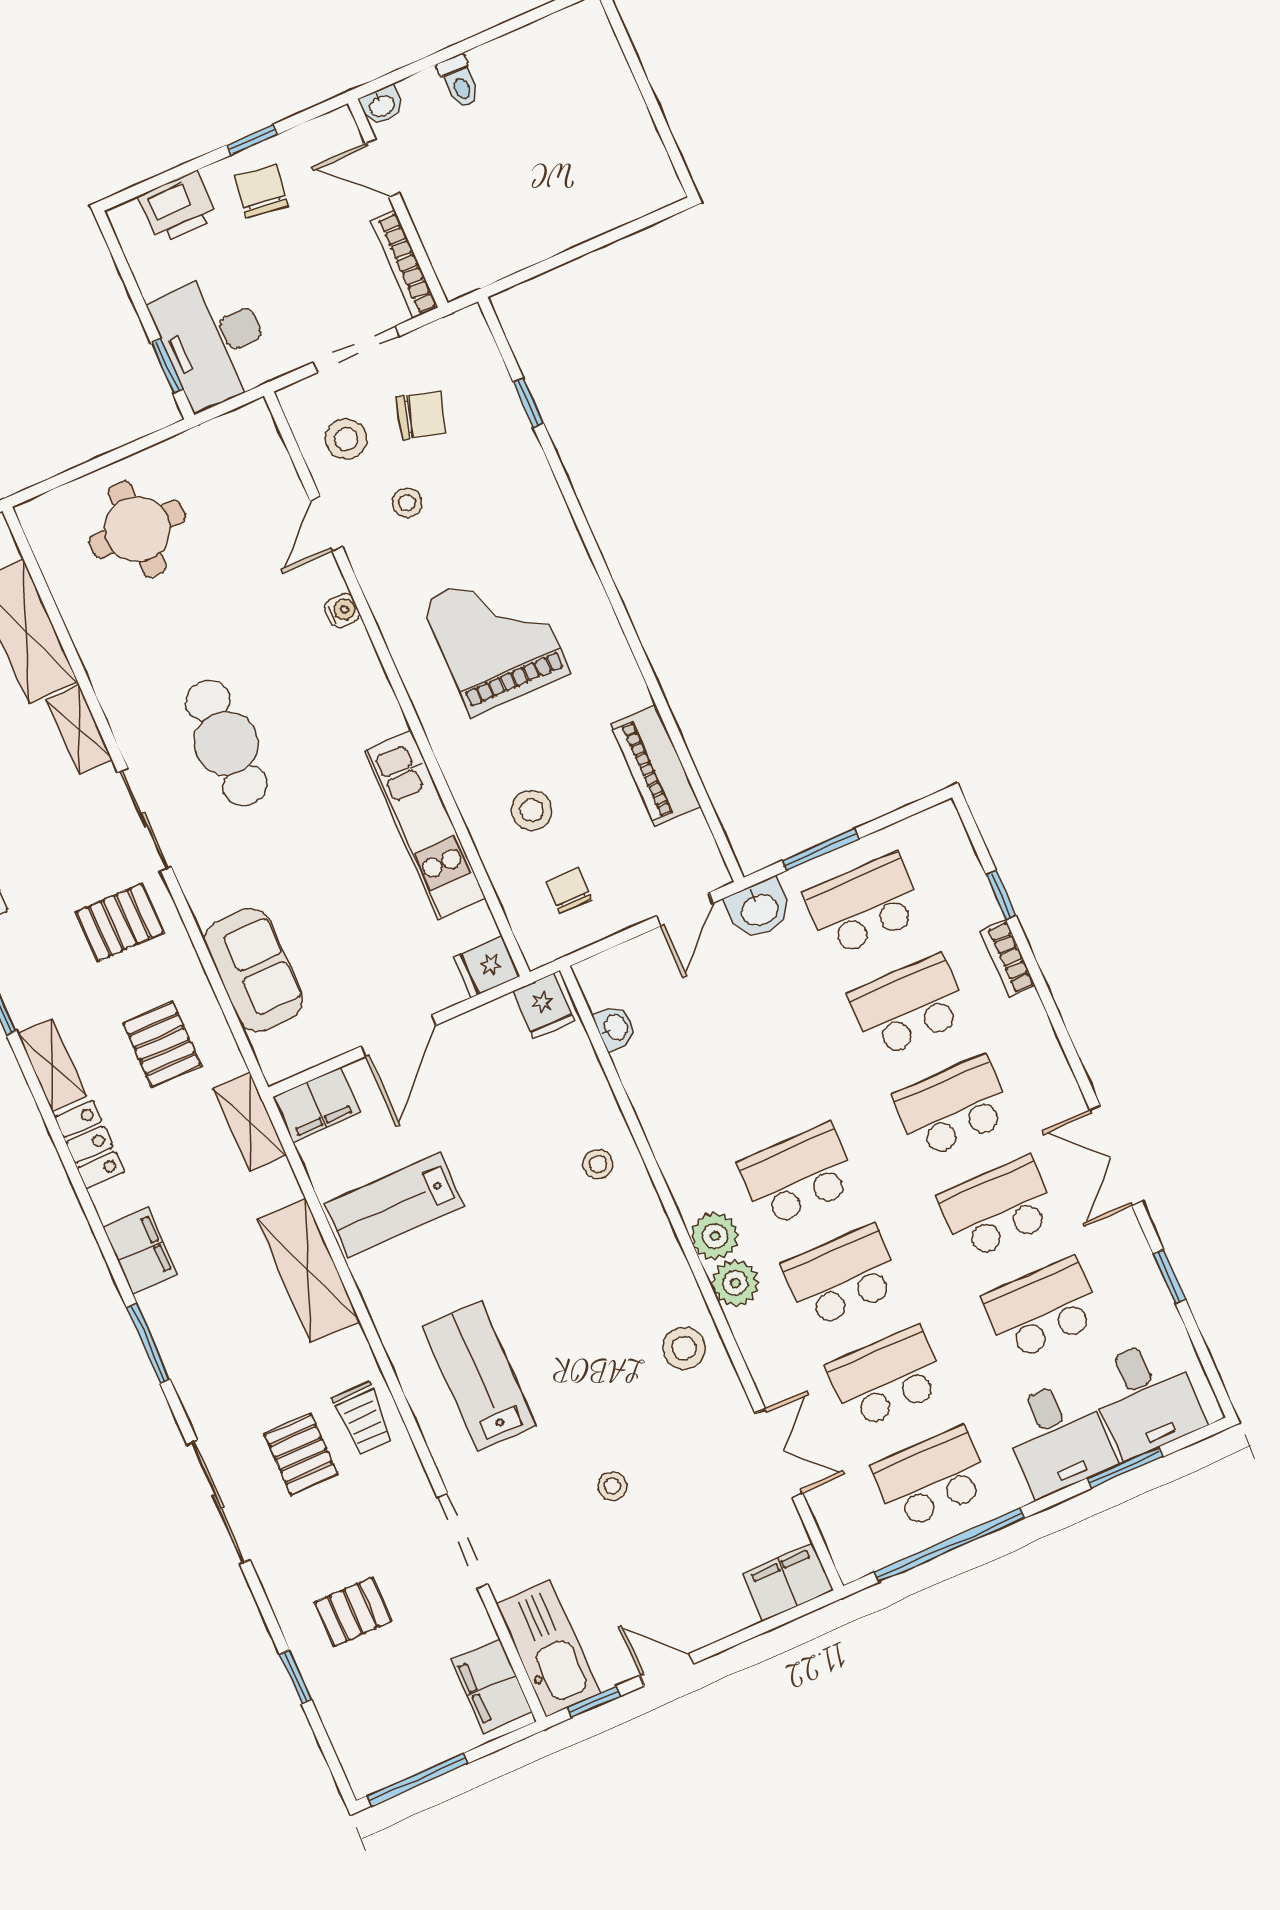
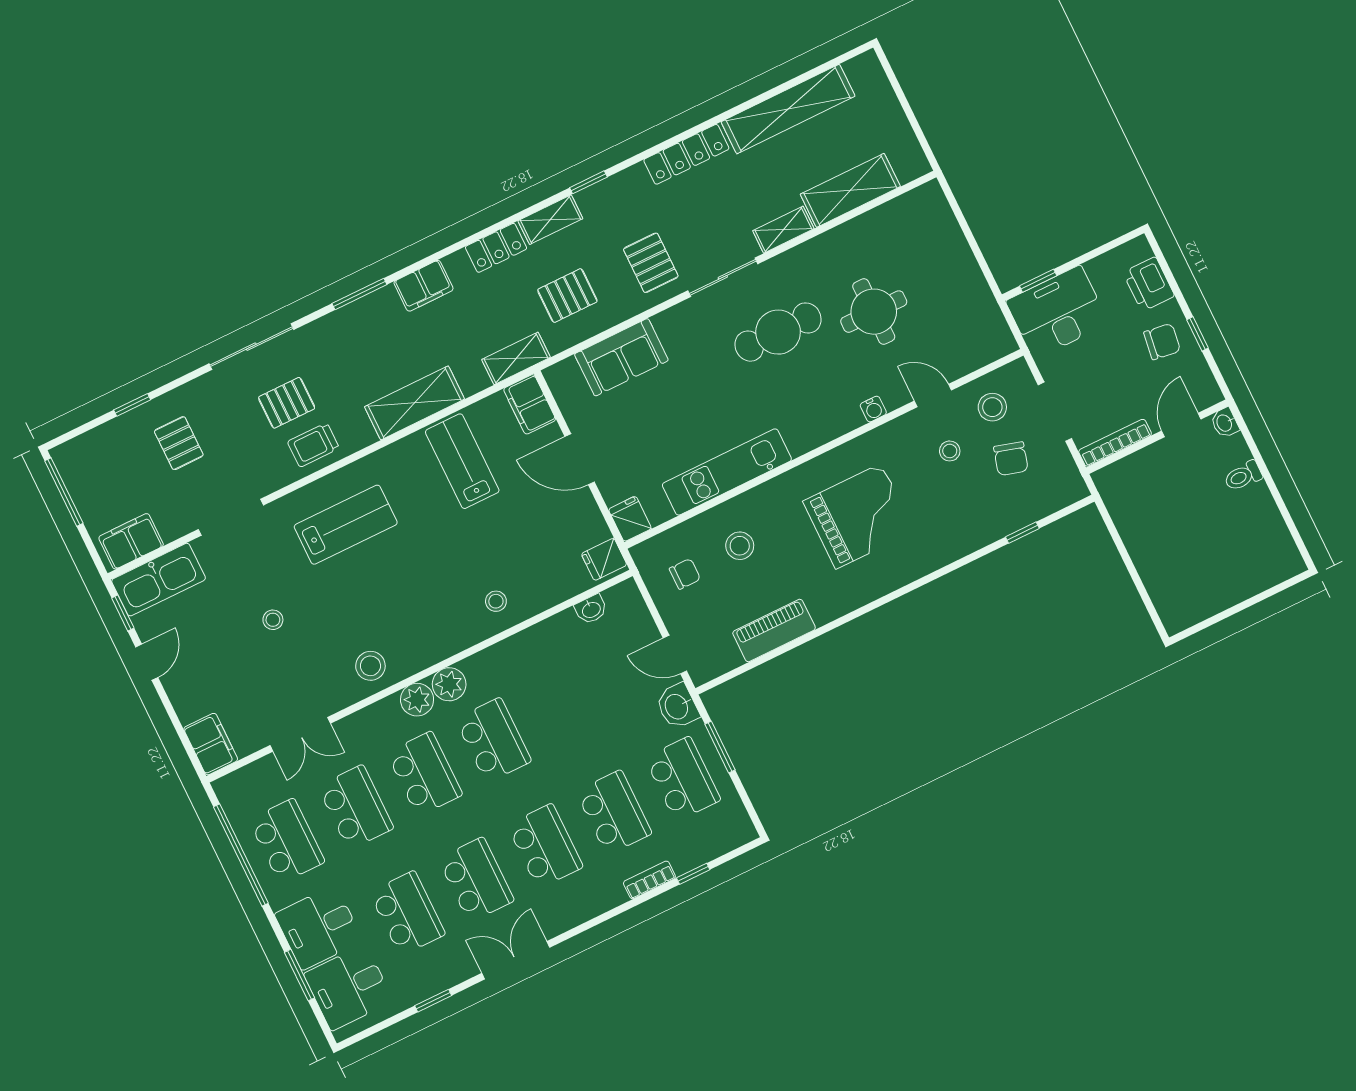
round table: (137, 529) -> (874, 312), moved

